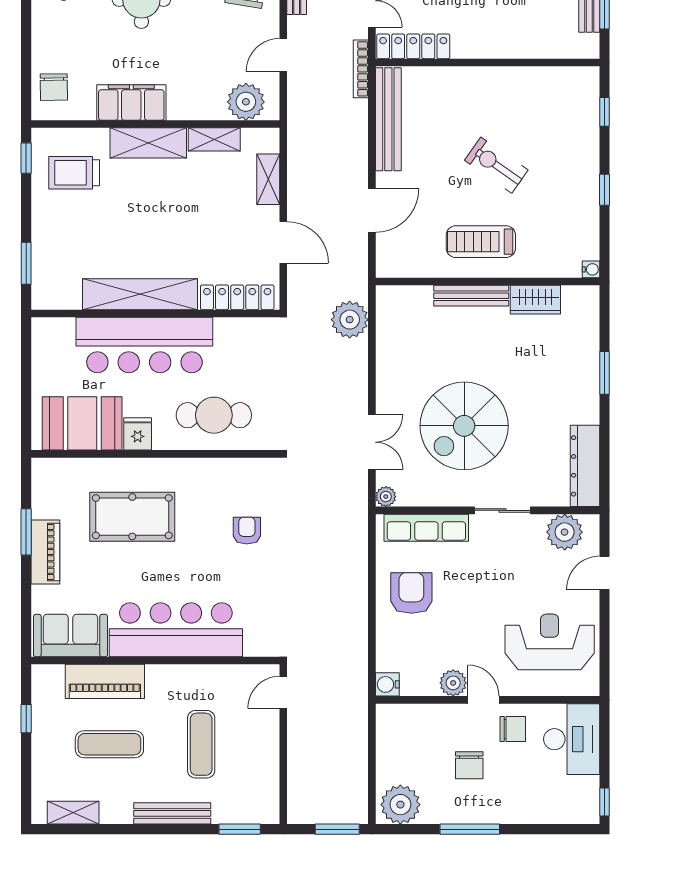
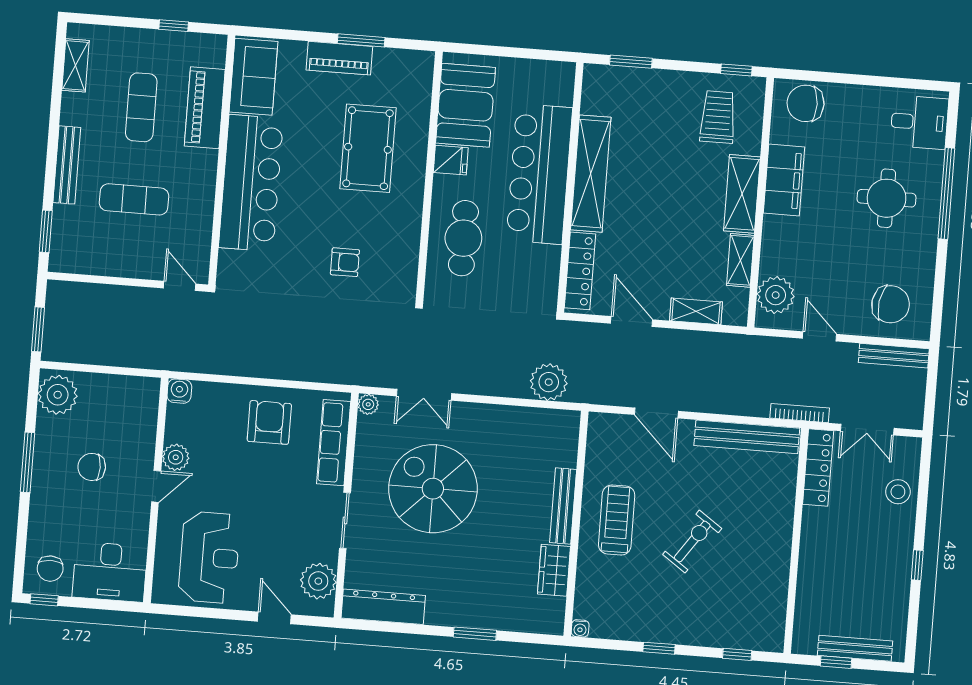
chair: (54, 87) -> (806, 103), width x1.37, depth x1.37
door: (283, 242) -> (632, 322), swing flipped
armchair: (411, 593) -> (269, 422), turned -90
chair: (513, 729) -> (50, 569), moved

